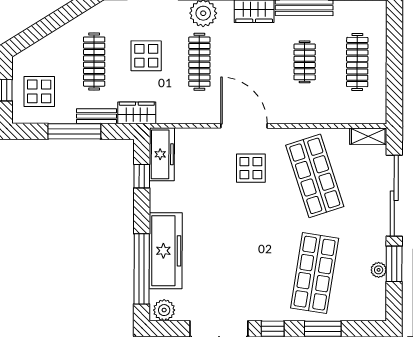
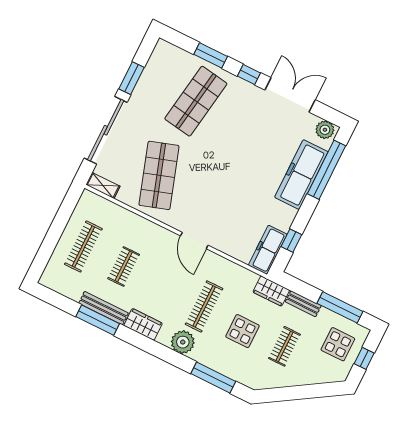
clothes rail: (94, 62) -> (284, 346), width x0.73
door: (244, 126) -> (194, 240), width x0.73
window: (74, 131) -> (340, 307), moved
display table: (251, 168) -> (205, 206), removed
plant: (379, 270) -> (146, 79), removed

